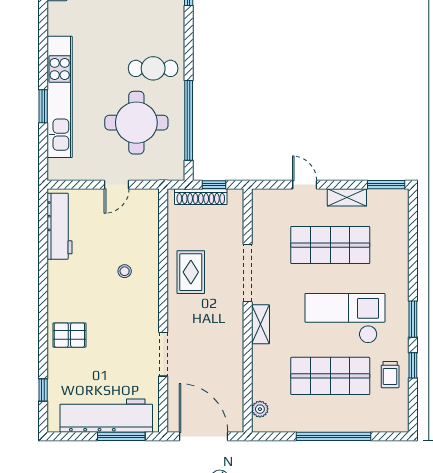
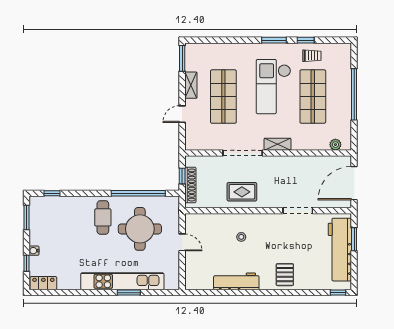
workbench: (60, 226) -> (236, 281), moved
window: (43, 390) -> (338, 293), moved
window: (121, 436) -> (354, 239), width x0.69

